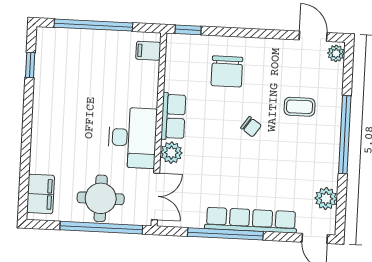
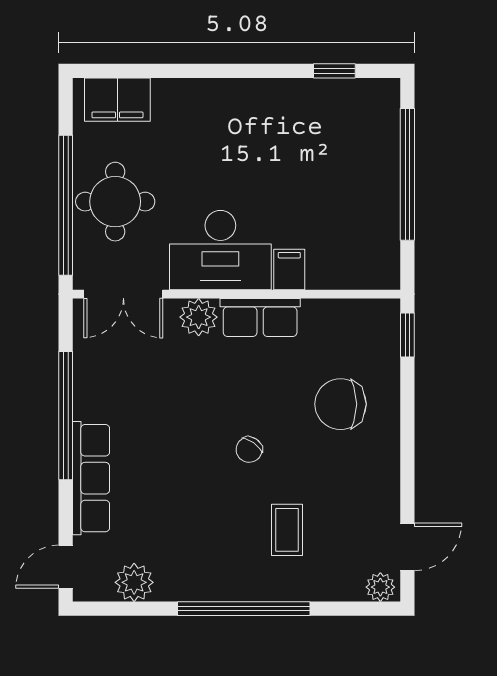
filing cabinet: (148, 51) -> (289, 270), moved
row of seats: (251, 220) -> (91, 478), width x0.73

